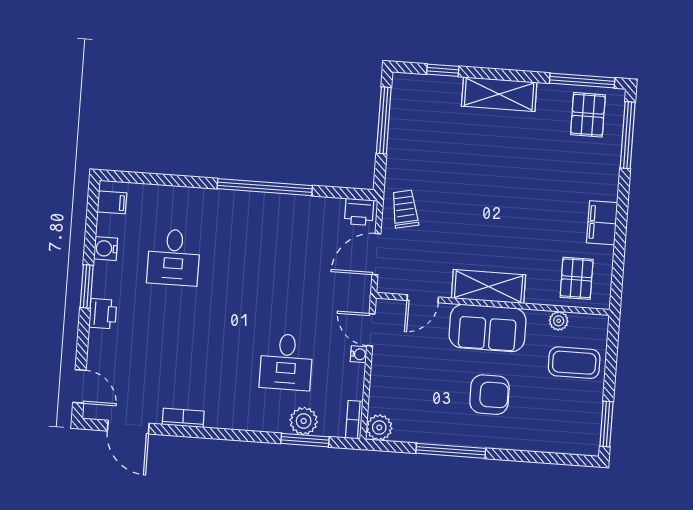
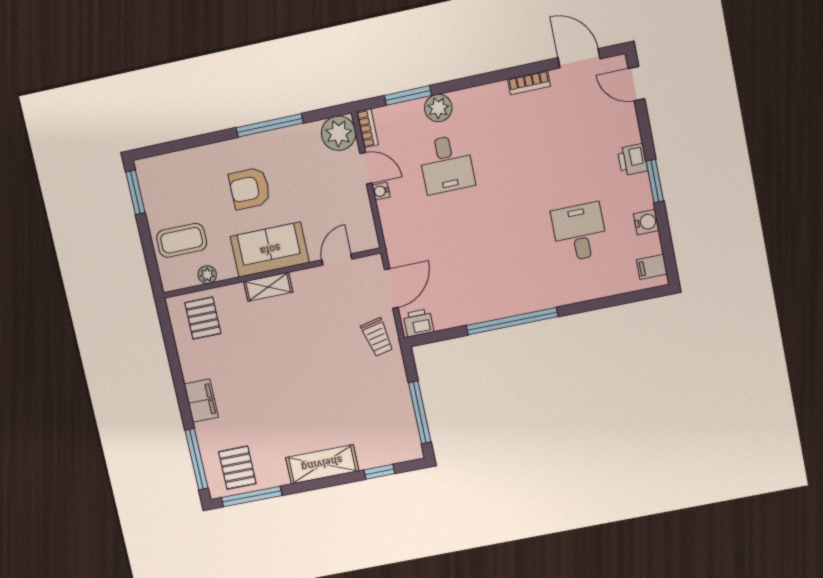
filing cabinet: (602, 223) -> (201, 401), moved
shelving: (489, 287) -> (268, 287), width x0.67, depth x0.75
door: (371, 330) -> (366, 168), moved
desk: (286, 362) -> (446, 164), turned 180
plant: (304, 421) -> (438, 108), moved
plant: (379, 428) -> (339, 133), width x1.36, depth x1.36

